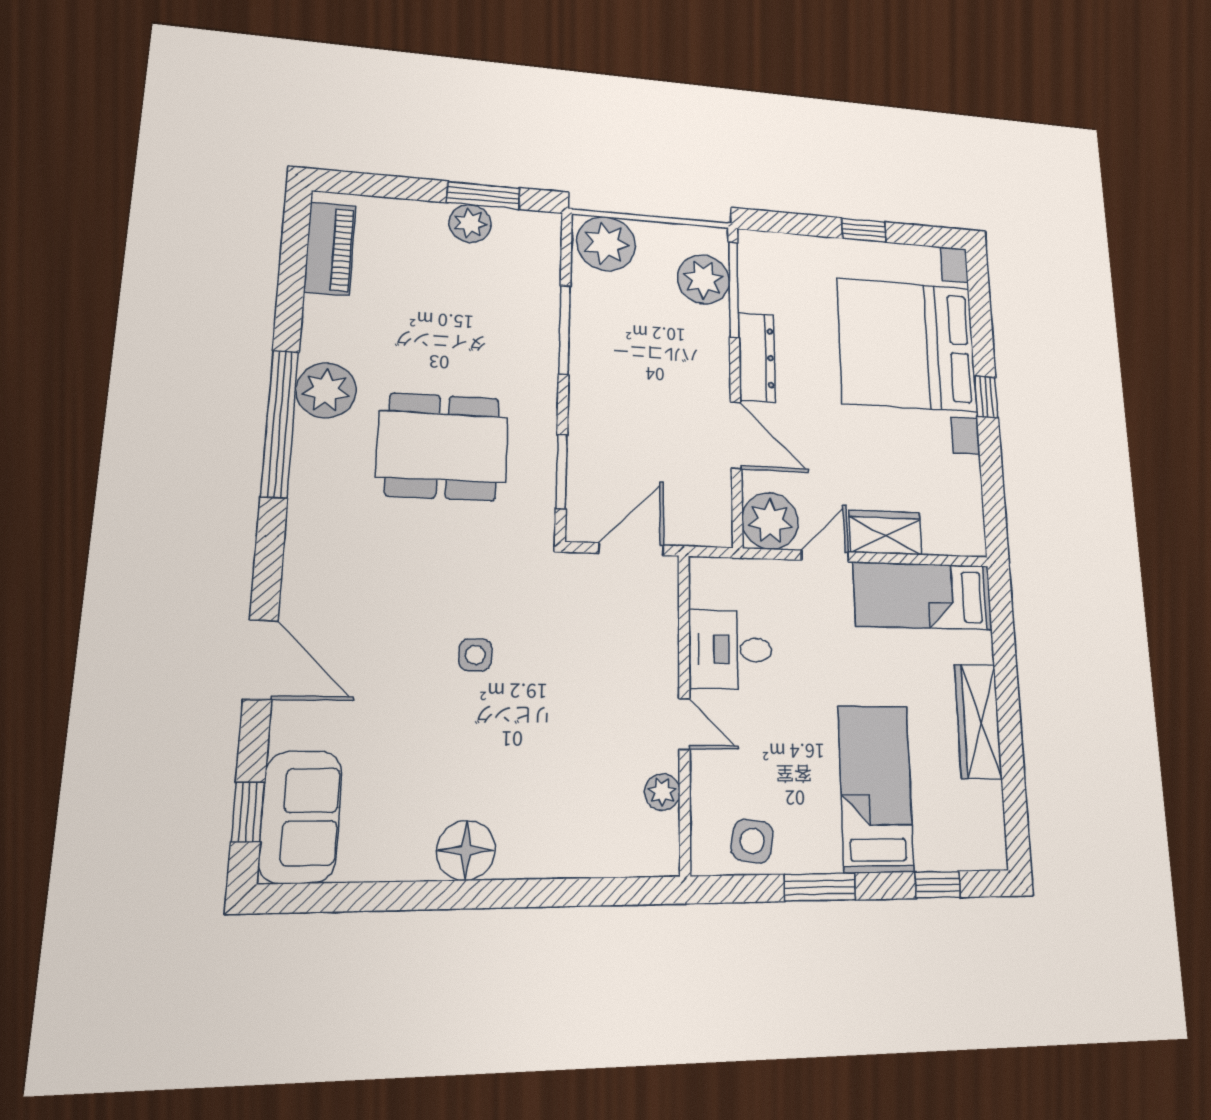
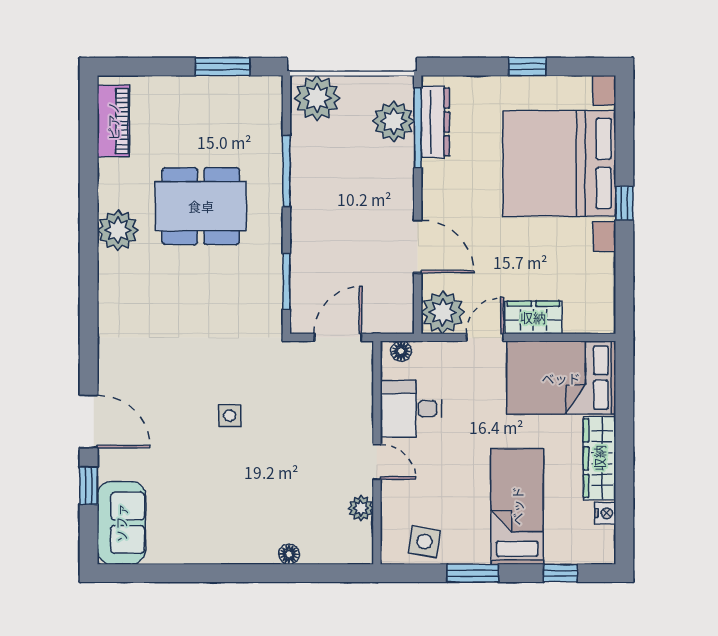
plant: (470, 223) -> (213, 91), removed
dresser: (757, 357) -> (435, 122), moved
window: (280, 423) -> (89, 256), removed
dining table: (443, 447) -> (201, 206), moved
floor lamp: (716, 571) -> (401, 351), added
bed: (923, 596) -> (561, 378), width x1.50
nightstand: (990, 797) -> (605, 513), added
window: (248, 812) -> (89, 486), moved
floor lamp: (466, 850) -> (289, 554), moved, width x0.53, depth x0.53

